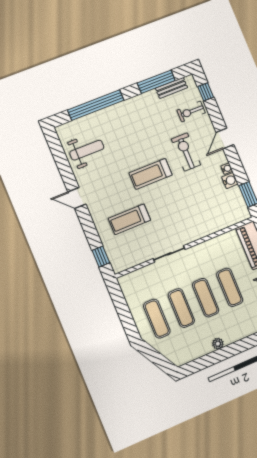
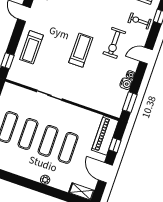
exercise bike: (186, 152) -> (114, 43), turned 180
treadmill: (151, 174) -> (81, 50), moved, turned 90
treadmill: (129, 219) -> (32, 47), moved, turned -90
plant: (218, 344) -> (45, 180), moved

